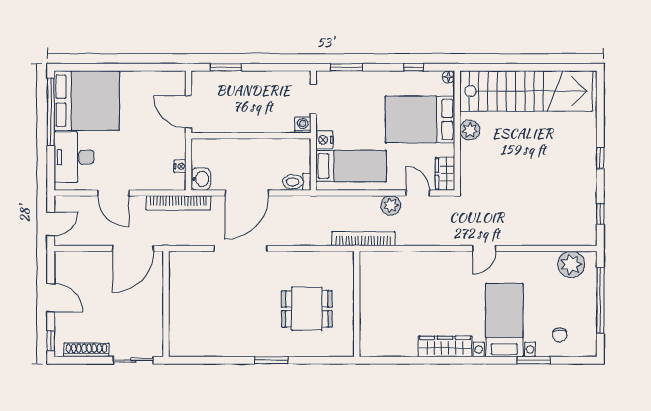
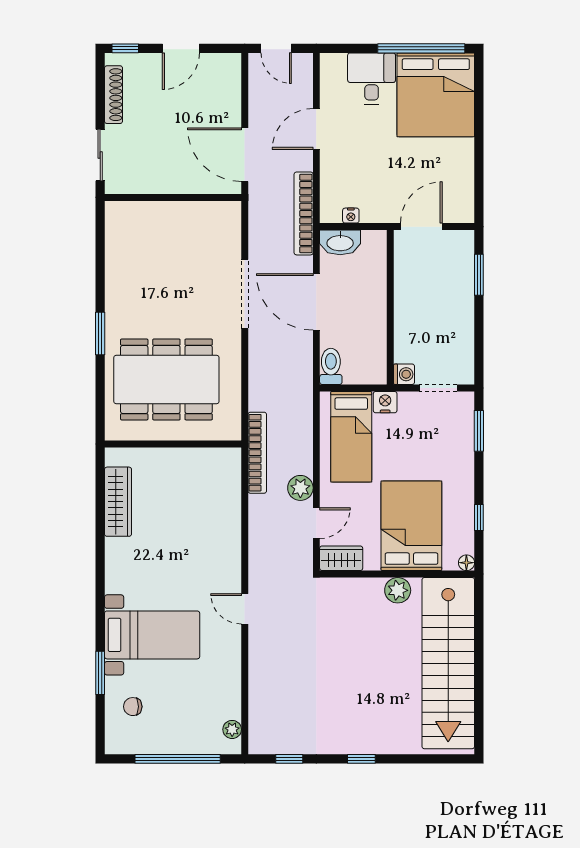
desk: (74, 157) -> (372, 79), width x0.73
washbasin: (201, 179) -> (340, 242), width x1.38
plant: (571, 264) -> (232, 729), width x0.53, depth x0.53
dining table: (307, 309) -> (166, 379), width x1.88, depth x1.24
wardrobe: (445, 346) -> (118, 502), moved

